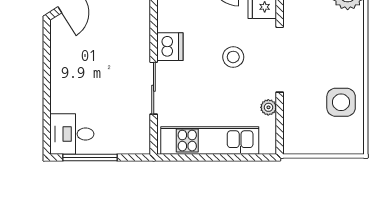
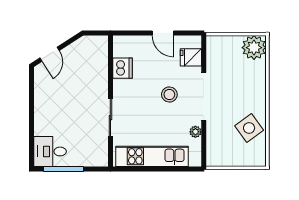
dishwasher: (170, 47) -> (122, 68), moved
side table: (341, 102) -> (249, 128), turned -36

